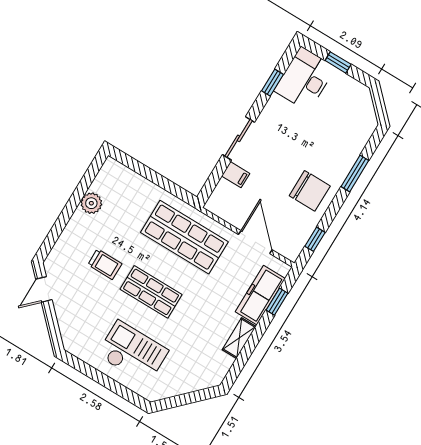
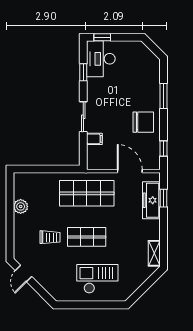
window: (338, 62) -> (102, 37), moved
shelving: (239, 338) -> (154, 253), moved

